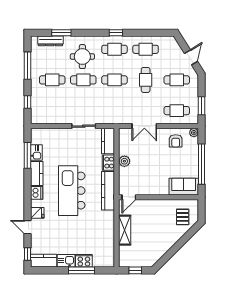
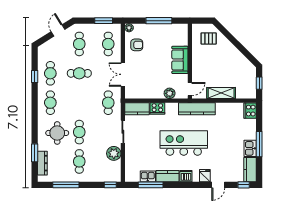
window: (116, 33) -> (35, 77), moved
door: (191, 57) -> (58, 30), hinge flipped
cafe table: (114, 80) -> (108, 103), moved
window: (27, 102) -> (110, 185), moved
plant: (61, 116) -> (114, 153), added
double door: (144, 126) -> (123, 74), swing flipped
plant: (124, 161) -> (170, 93), moved
window: (201, 164) -> (159, 21), width x0.68
sofa: (184, 187) -> (180, 60), moved
kitchen island: (72, 191) -> (184, 143), turned 180
kitchen counter: (108, 191) -> (197, 109), moved
door: (129, 197) -> (190, 89), hinge flipped
cooker: (84, 261) -> (250, 111), moved
window: (81, 270) -> (259, 144), moved

